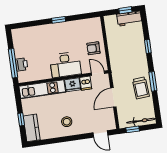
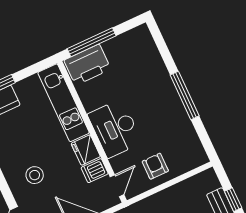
window: (59, 20) -> (185, 95), width x2.17
printer: (21, 64) -> (87, 65), width x1.87, depth x1.48
stool: (67, 122) -> (35, 175), moved

